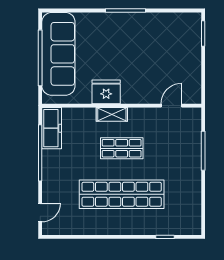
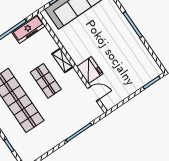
fridge: (106, 92) -> (90, 70), moved

